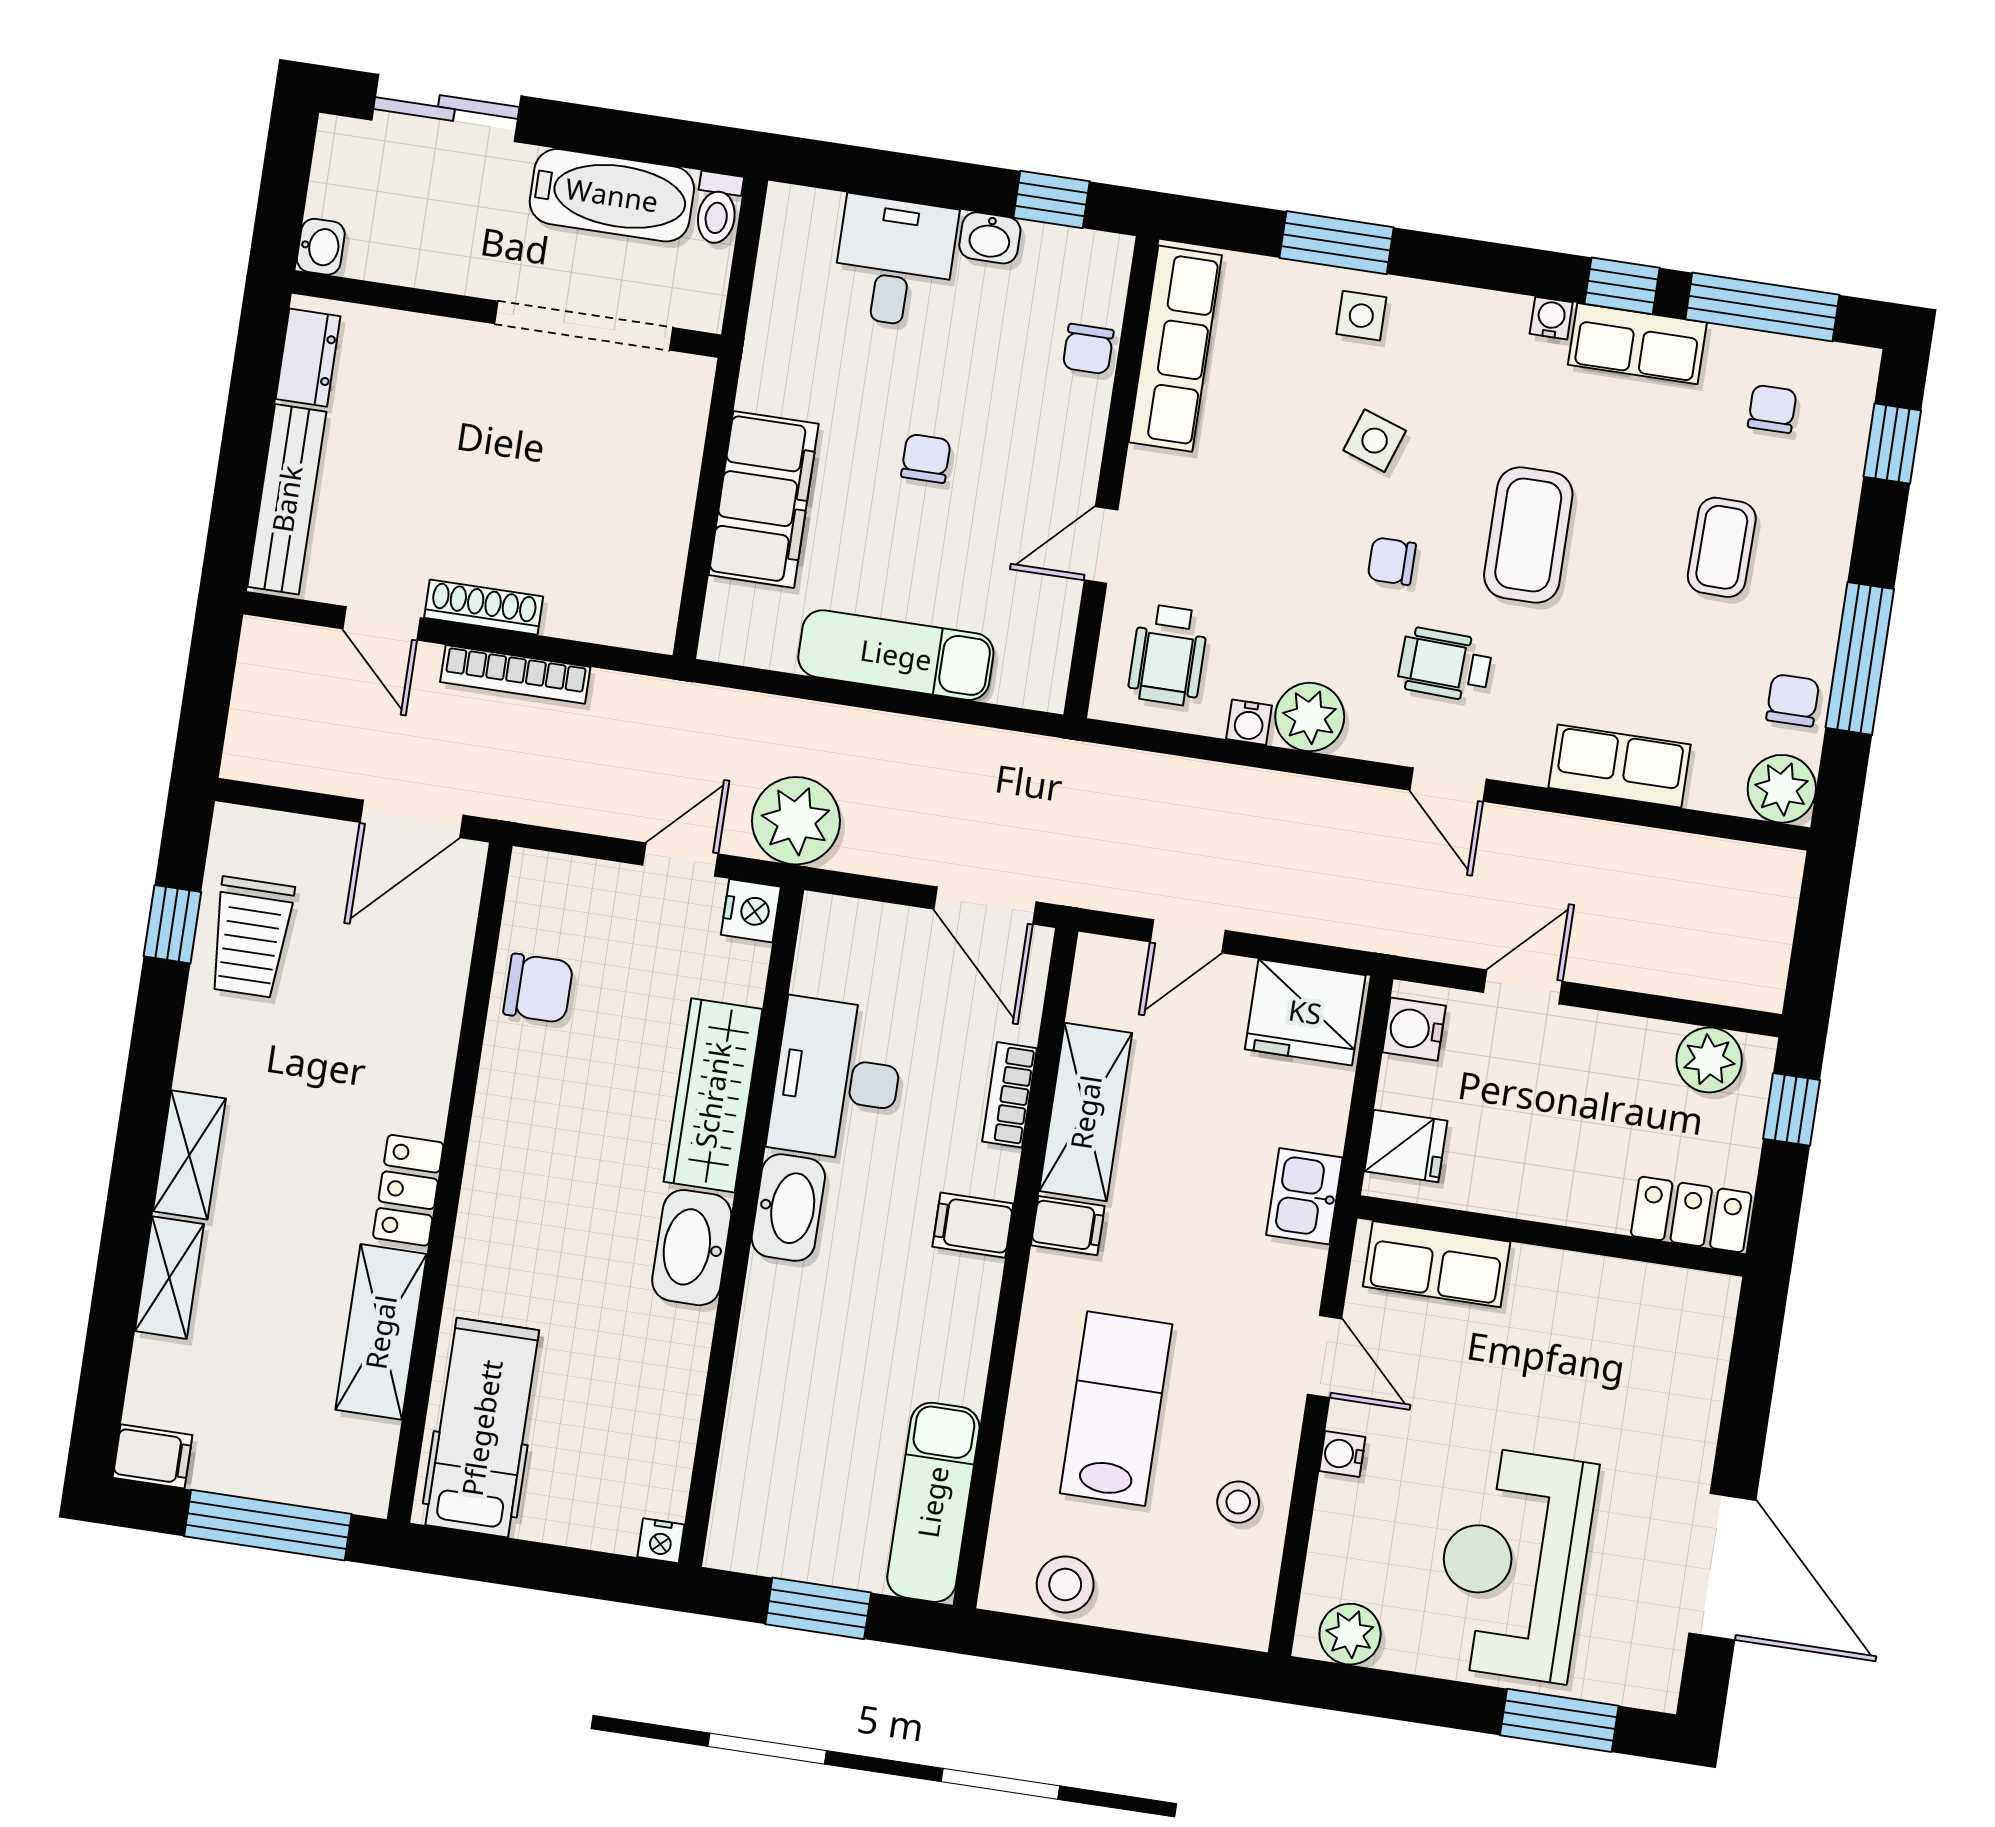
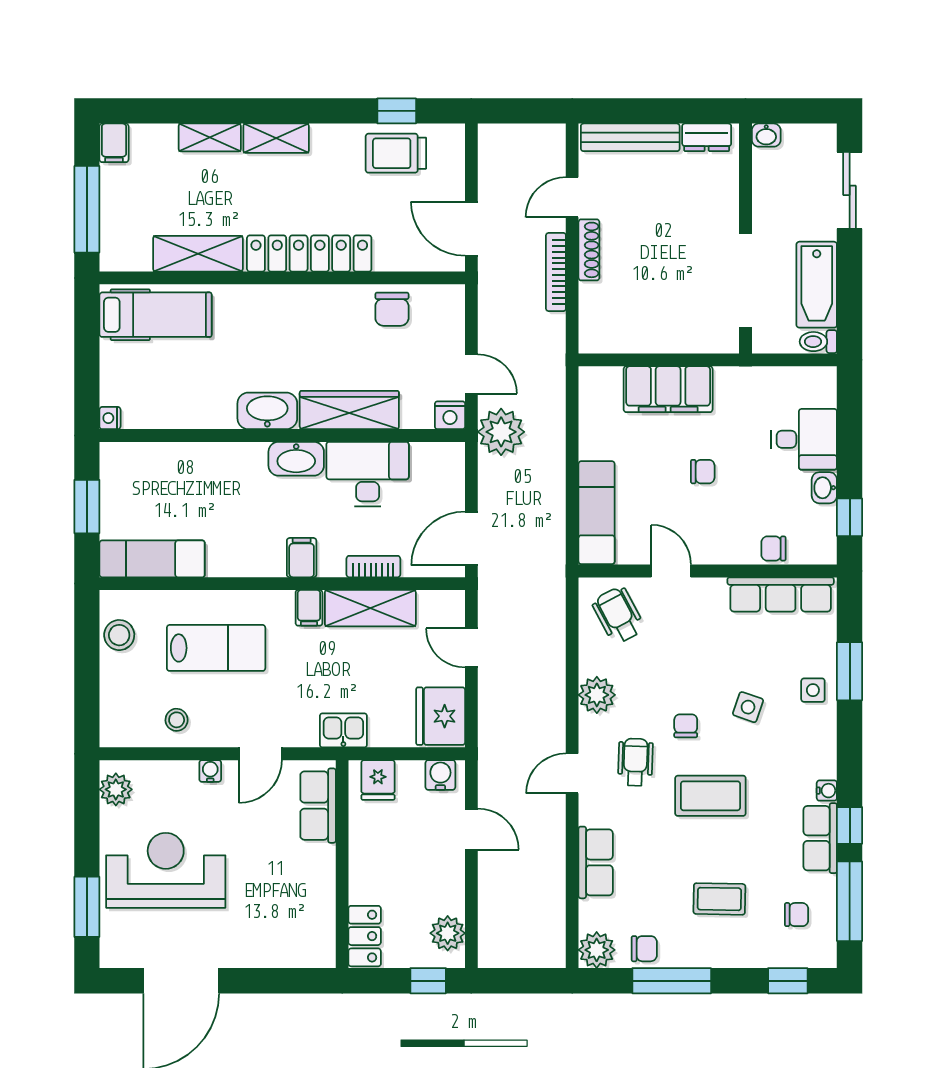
exam couch: (896, 655) -> (597, 513), moved
wheelchair: (1168, 655) -> (618, 615), turned 62
water cooler: (1249, 722) -> (589, 663), removed
locker: (408, 1190) -> (309, 254), width x2.16, depth x1.21

